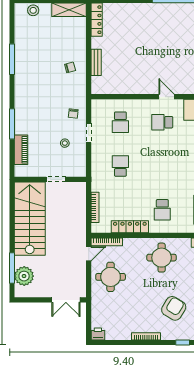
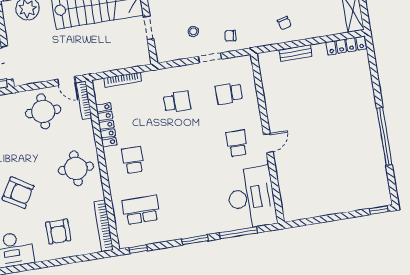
school desk: (162, 210) -> (133, 160), turned 90

